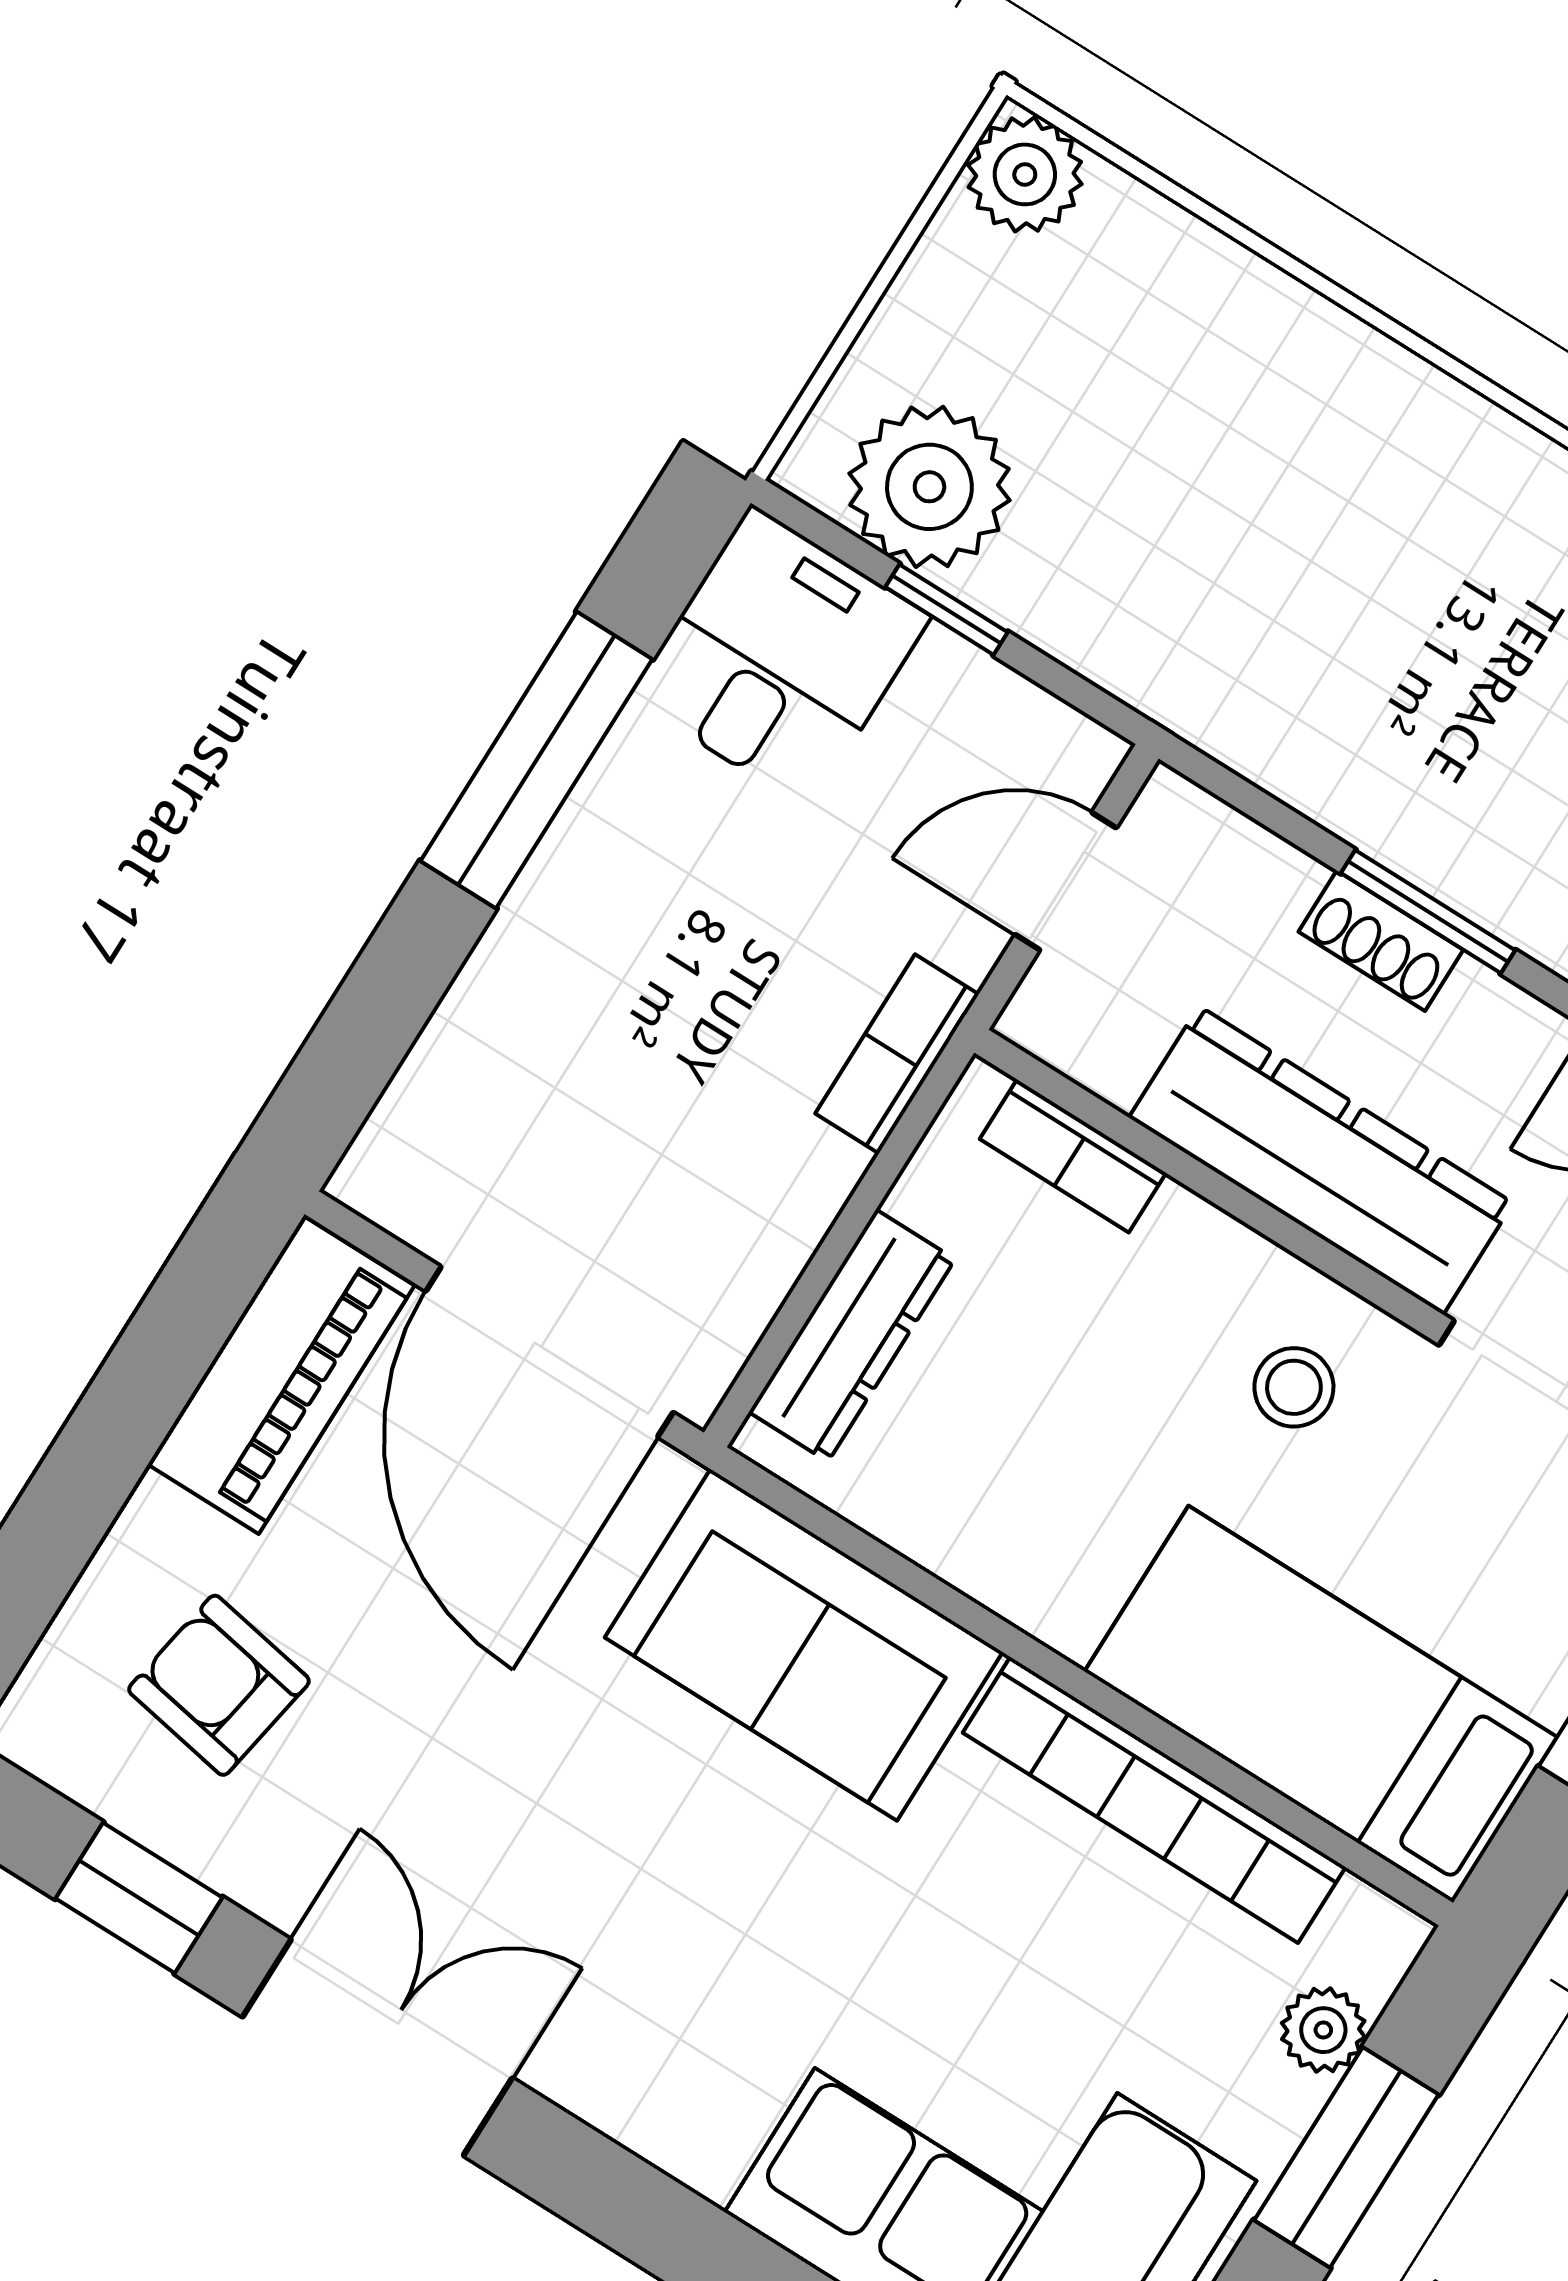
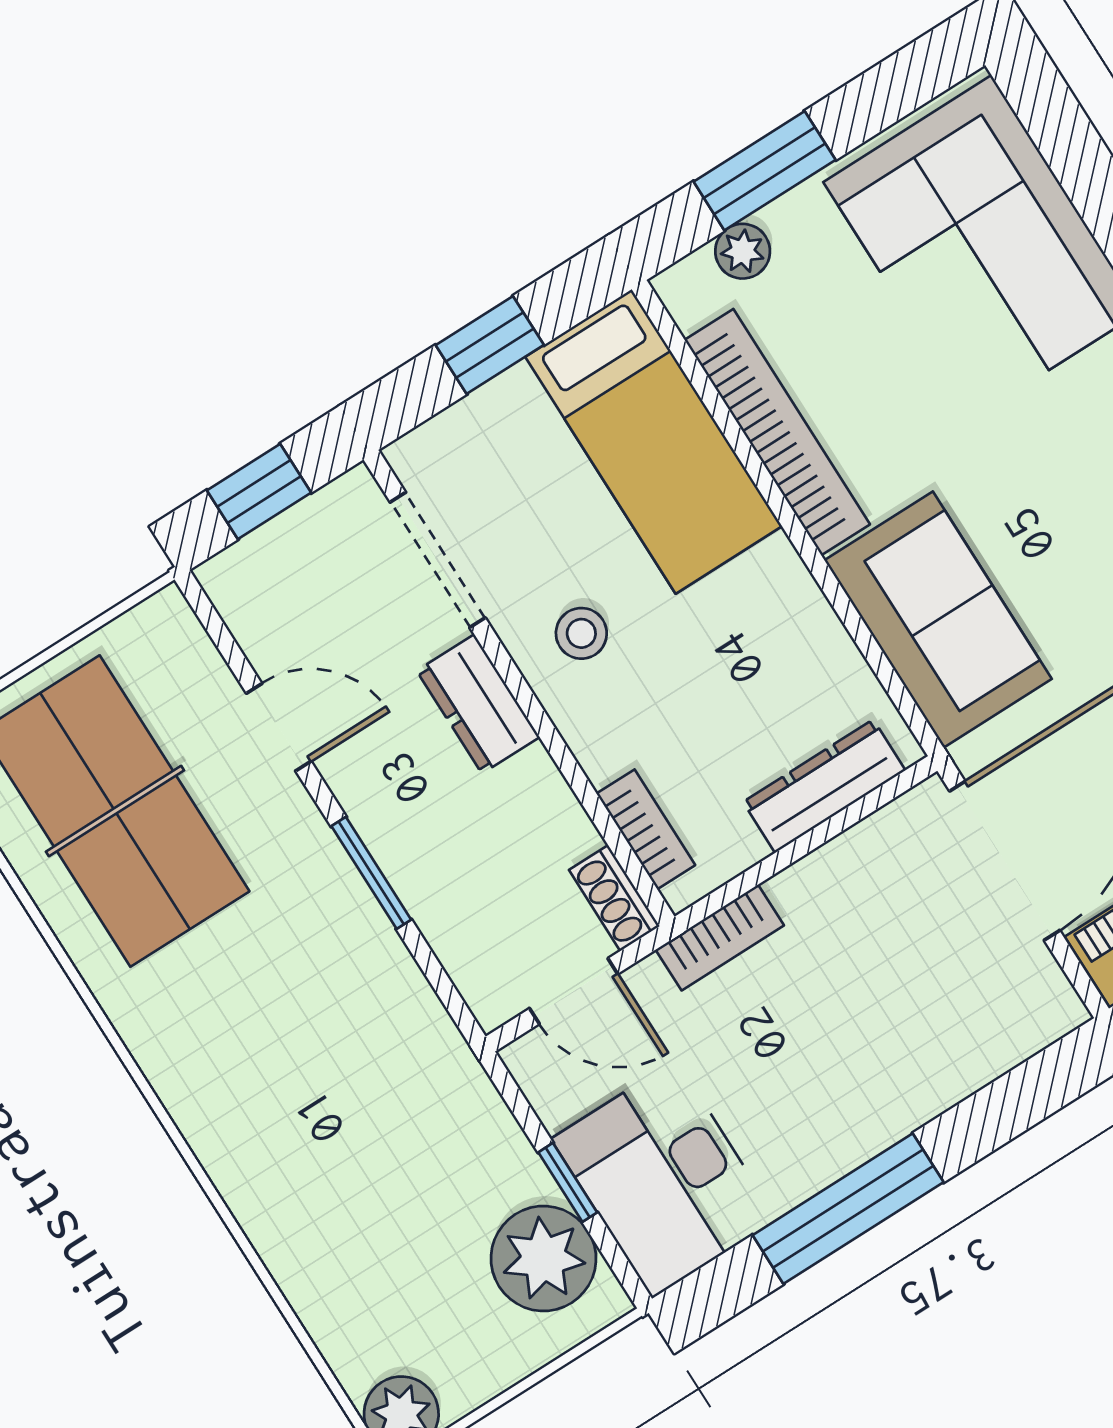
desk: (780, 657) -> (664, 1179), width x1.37
shoe rack: (1381, 941) -> (614, 898), moved, turned 180
dresser: (1321, 1160) -> (478, 704), width x0.51, depth x0.80

